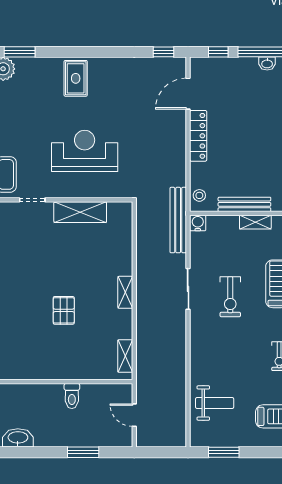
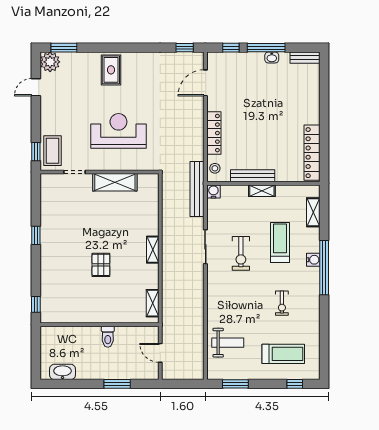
locker: (198, 136) -> (214, 133), moved

